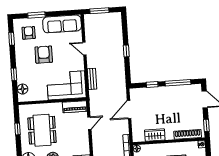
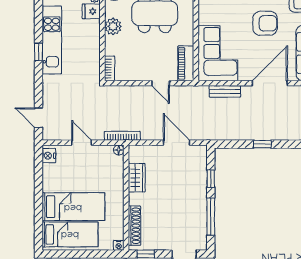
door: (84, 49) -> (270, 83), width x1.87

